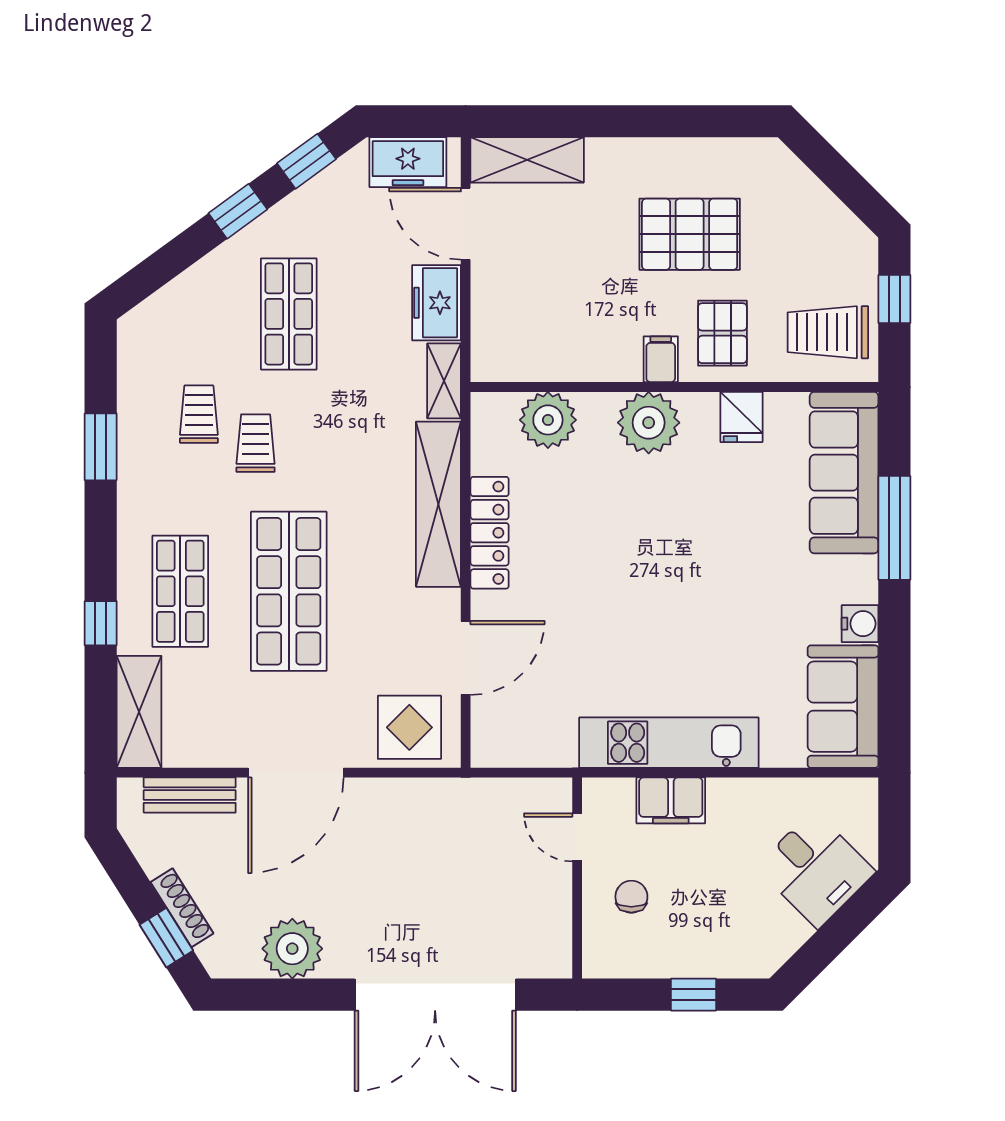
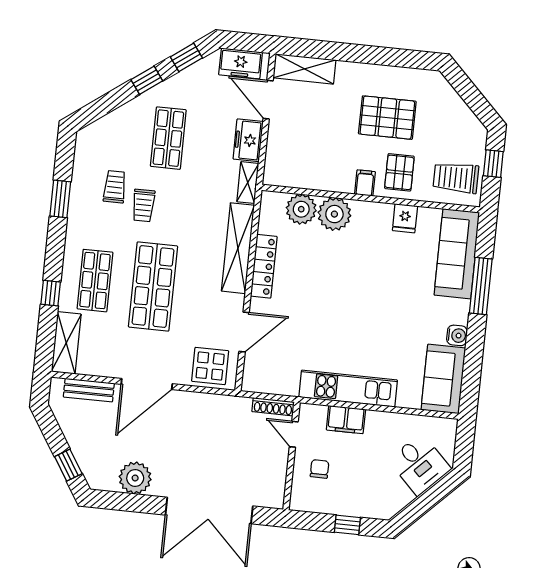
plant: (649, 423) -> (334, 214), moved
trolley: (256, 443) -> (143, 205), turned 180
shoe rack: (182, 908) -> (273, 407), moved, turned 122

